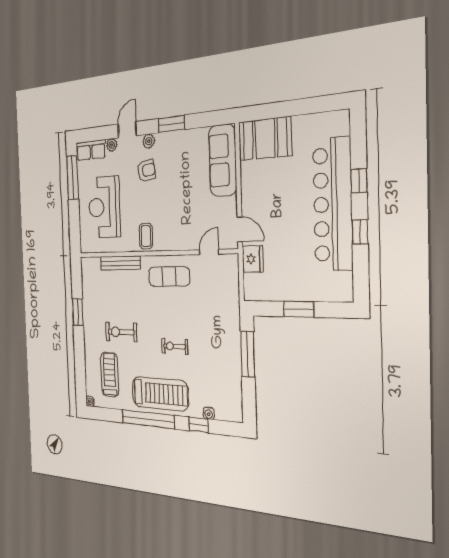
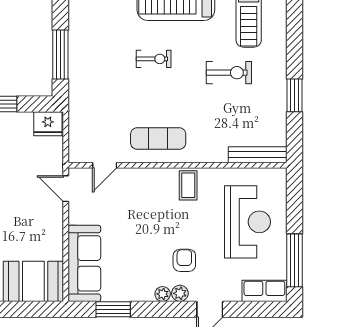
window: (172, 124) -> (113, 309), moved
plant: (112, 145) -> (163, 294), moved
armchair: (146, 170) -> (184, 260), turned 98
fridge: (253, 259) -> (48, 124), moved, turned -90
bench: (120, 263) -> (258, 155), moved

